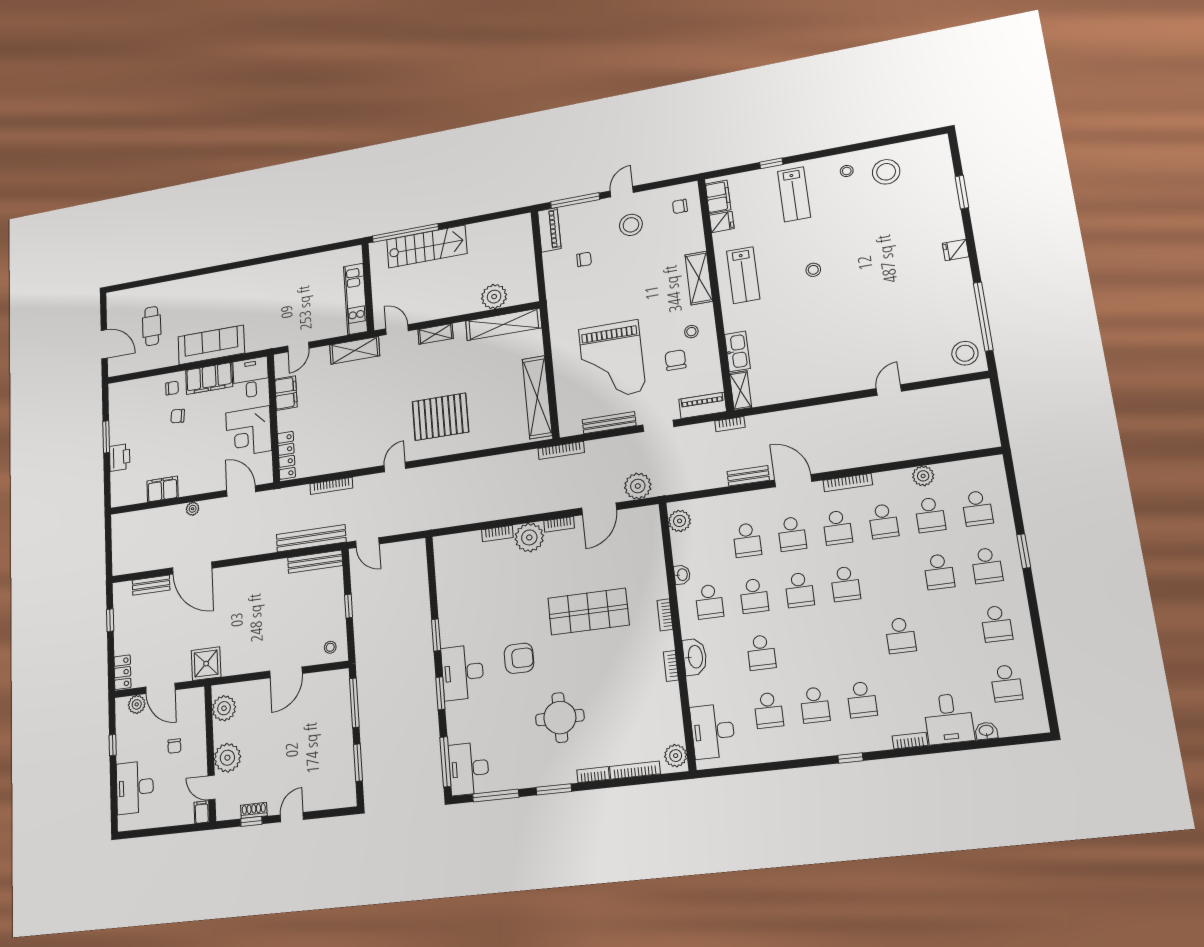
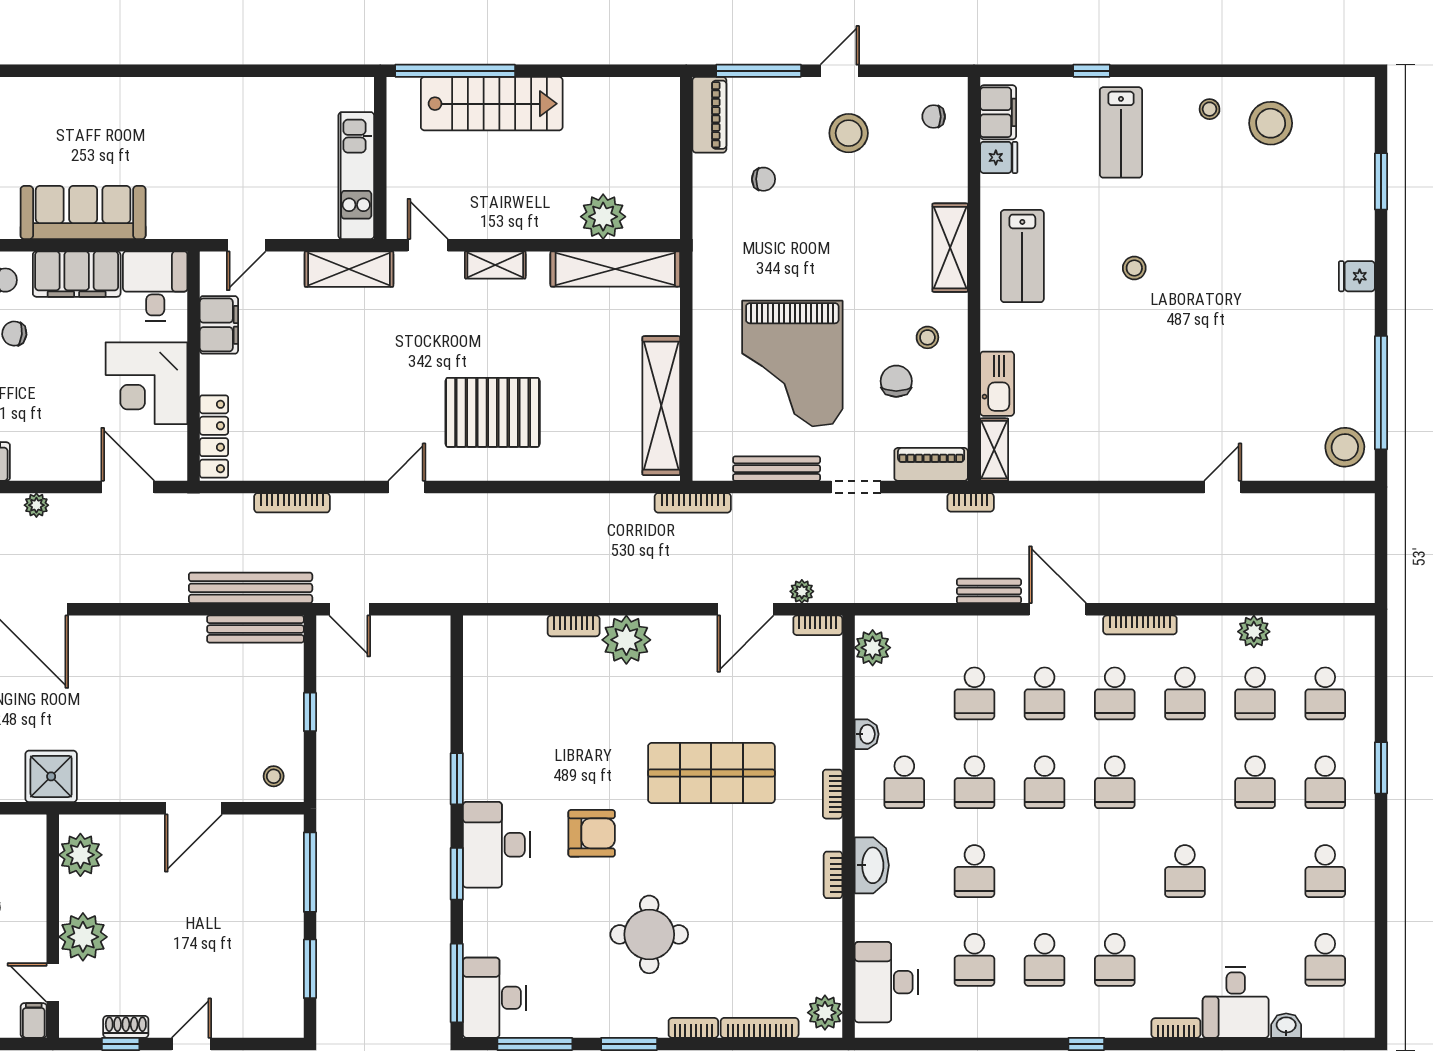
plant: (638, 486) -> (802, 591), width x0.53, depth x0.53
bookcase: (559, 524) -> (818, 625), moved

